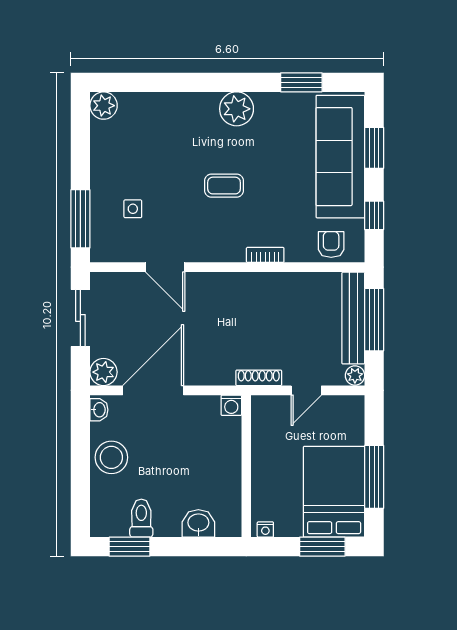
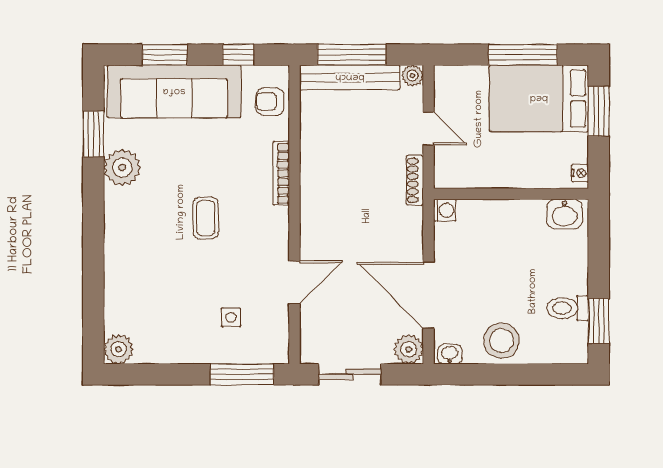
plant: (237, 109) -> (122, 168), moved
bookcase: (265, 255) -> (281, 173), width x1.56
washbasin: (198, 523) -> (565, 214), moved, turned -90

